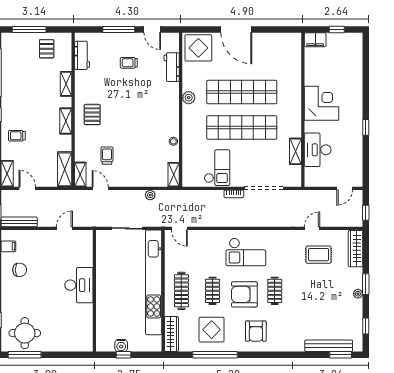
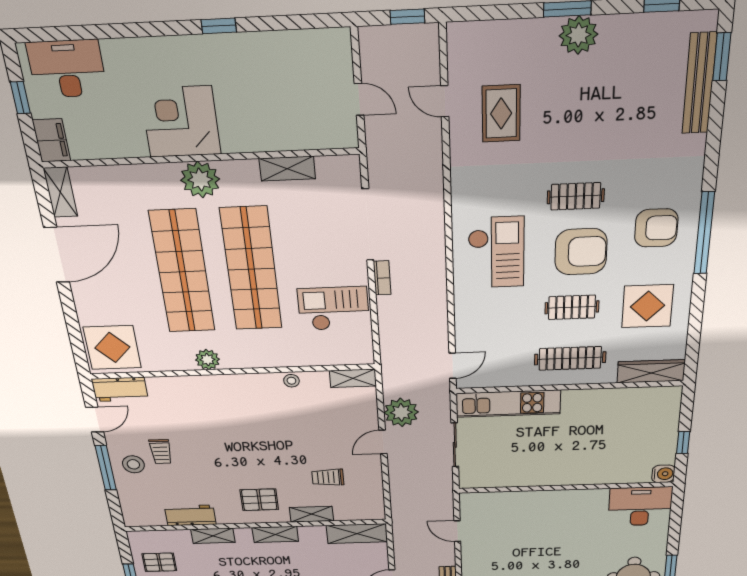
door: (236, 30) -> (57, 255), moved
shelving: (288, 39) -> (60, 192), added
stool: (121, 46) -> (133, 464), added
workbench: (82, 55) -> (190, 515), moved
workbench: (172, 67) -> (120, 389), moved
plant: (292, 108) -> (200, 180), added
desk: (318, 150) -> (67, 69), moved, turned 180
shelving: (80, 175) -> (312, 514), moved
door: (100, 188) -> (383, 442), moved
door: (345, 188) -> (359, 99), moved
plant: (150, 195) -> (401, 412), width x1.87, depth x1.87
door: (312, 228) -> (445, 101), moved
wardrobe: (356, 249) -> (488, 35), removed
kitchen unit: (154, 282) -> (508, 404), width x0.54
desk: (79, 285) -> (640, 506), moved
armchair: (244, 294) -> (581, 252), turned -90
plant: (358, 294) -> (578, 35), width x1.88, depth x1.88
water cooler: (121, 346) -> (663, 474), moved
window: (215, 355) -> (704, 233), moved

